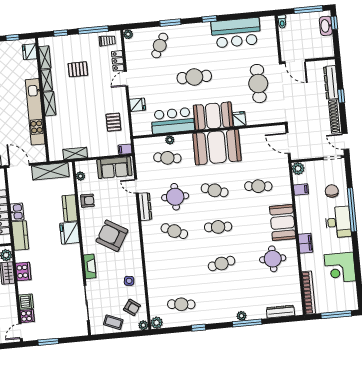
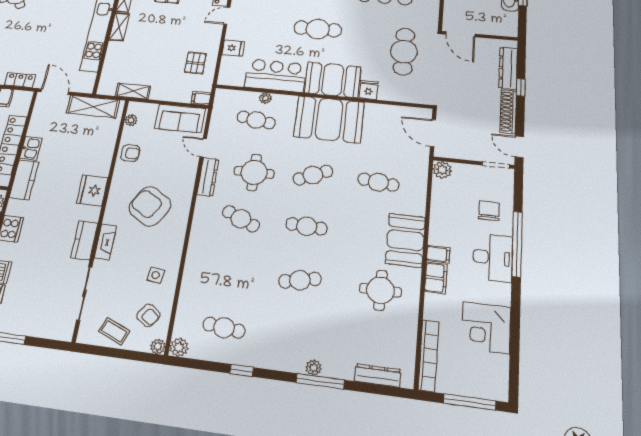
filing cabinet: (301, 189) -> (438, 254), moved
cafe table: (215, 190) -> (313, 175), turned -42
kitchen counter: (70, 208) -> (84, 240), moved

